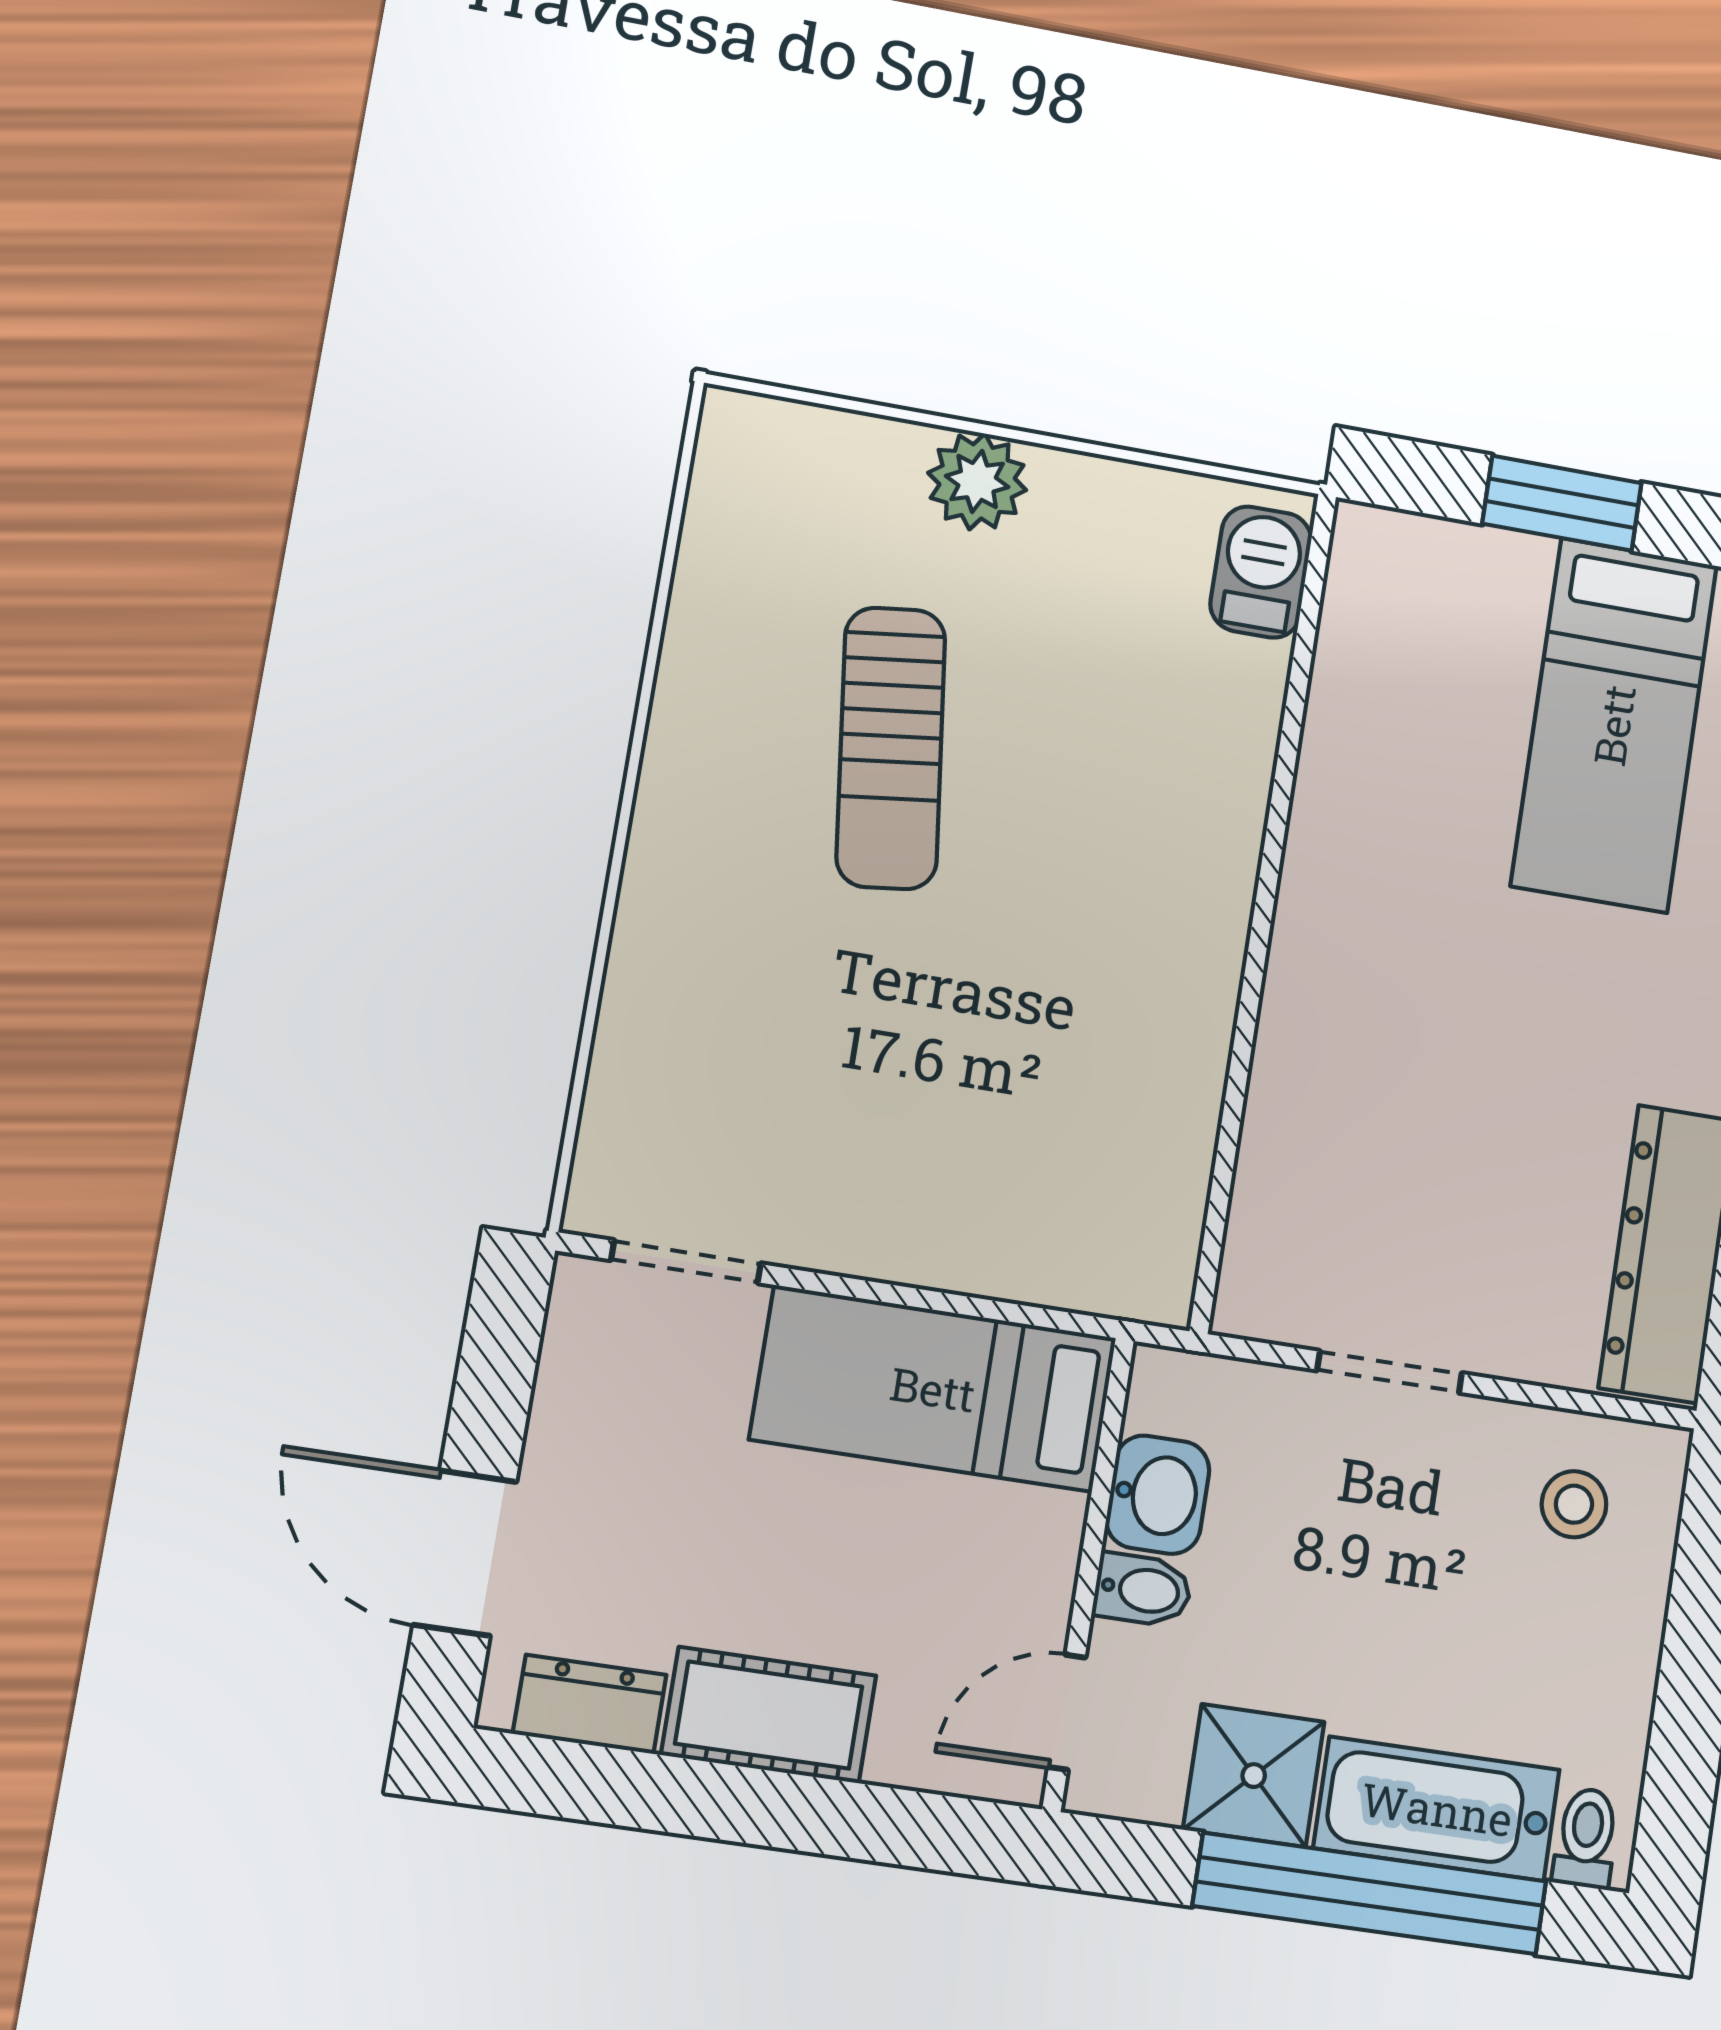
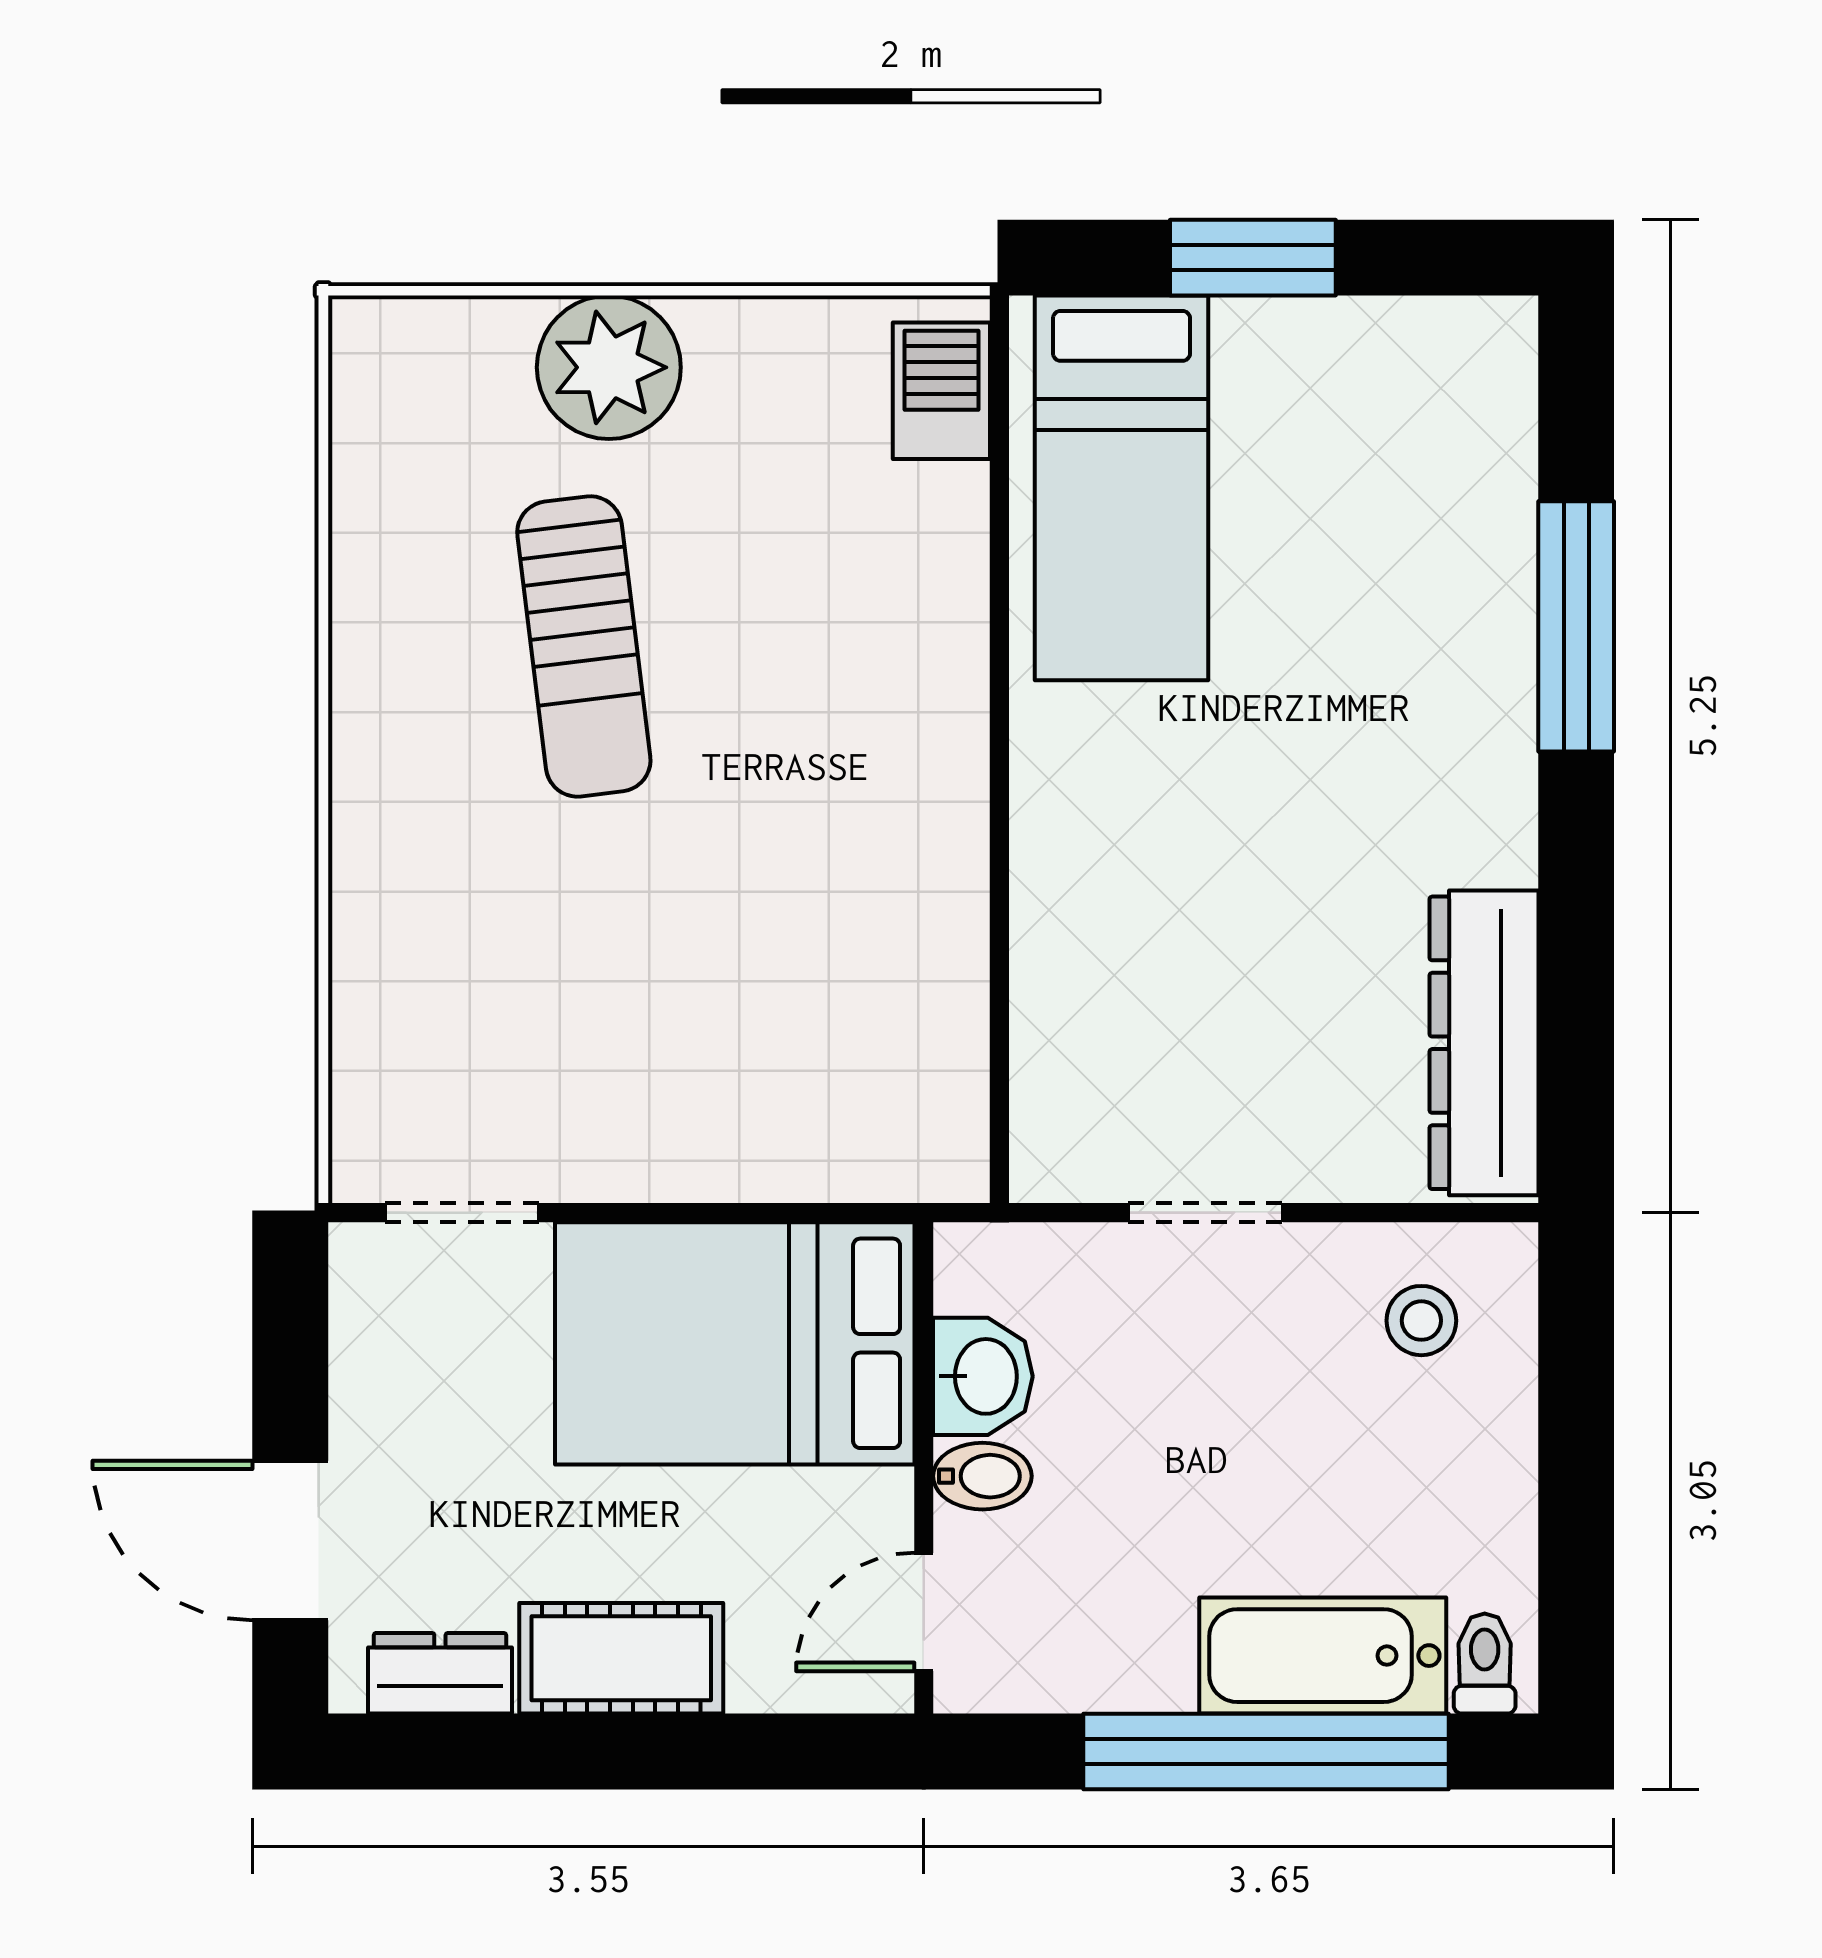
plant: (977, 481) -> (609, 367), width x1.36, depth x1.36
bed: (1614, 725) -> (1122, 488), moved
bed: (933, 1389) -> (735, 1343), width x1.50
shower: (1254, 1776) -> (1127, 1649), removed

